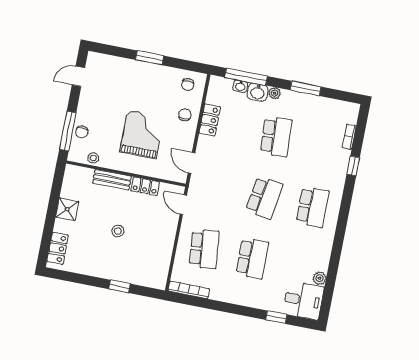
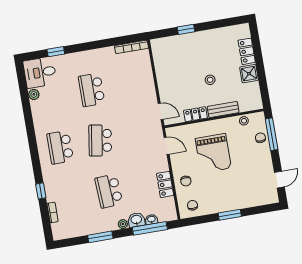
stool: (118, 231) -> (210, 80), moved
locker: (58, 248) -> (247, 51), moved
school desk: (204, 249) -> (132, 83), removed

